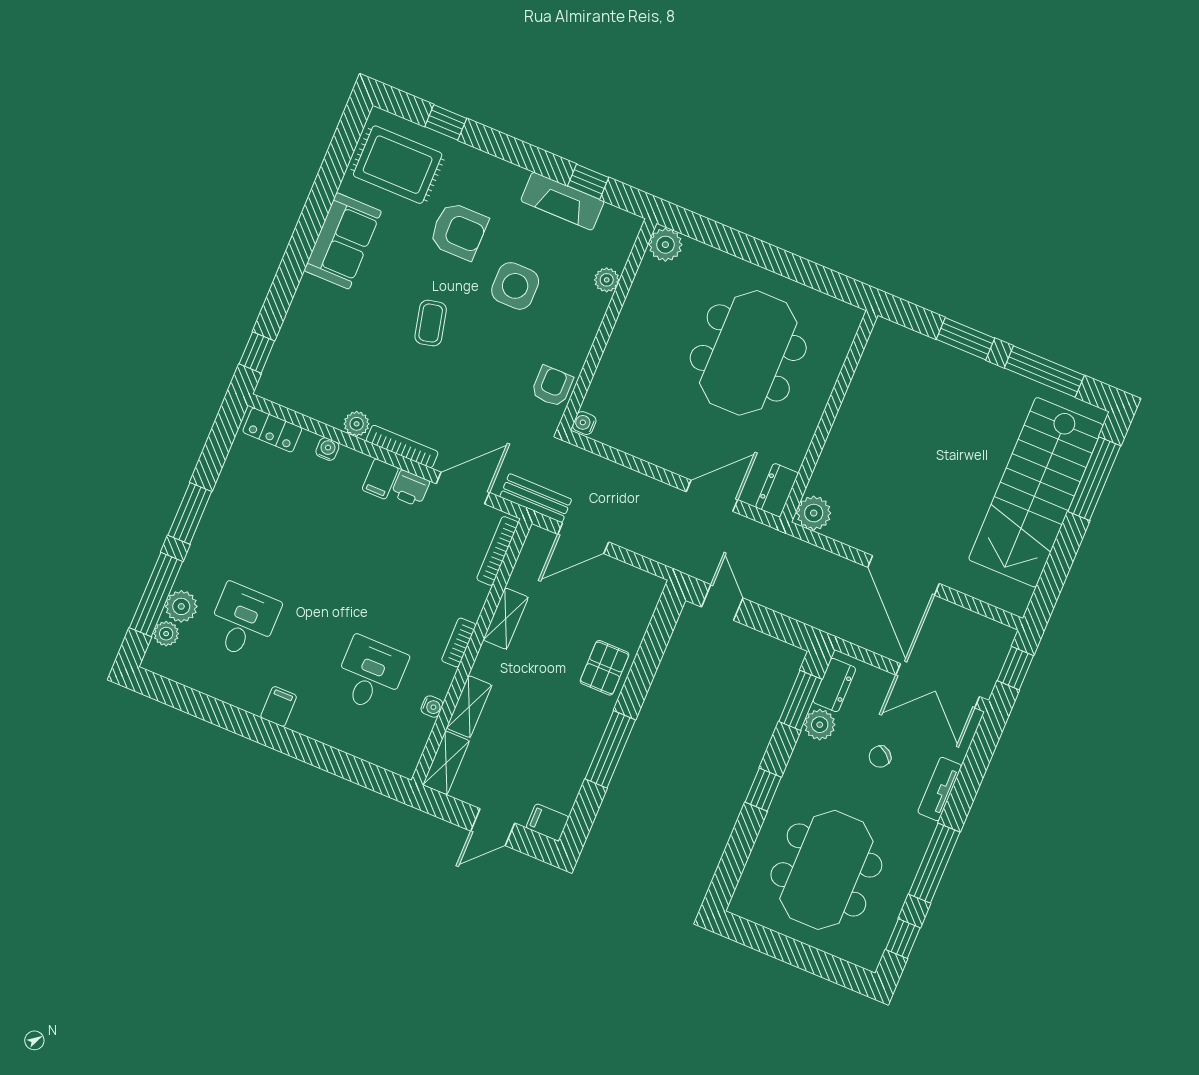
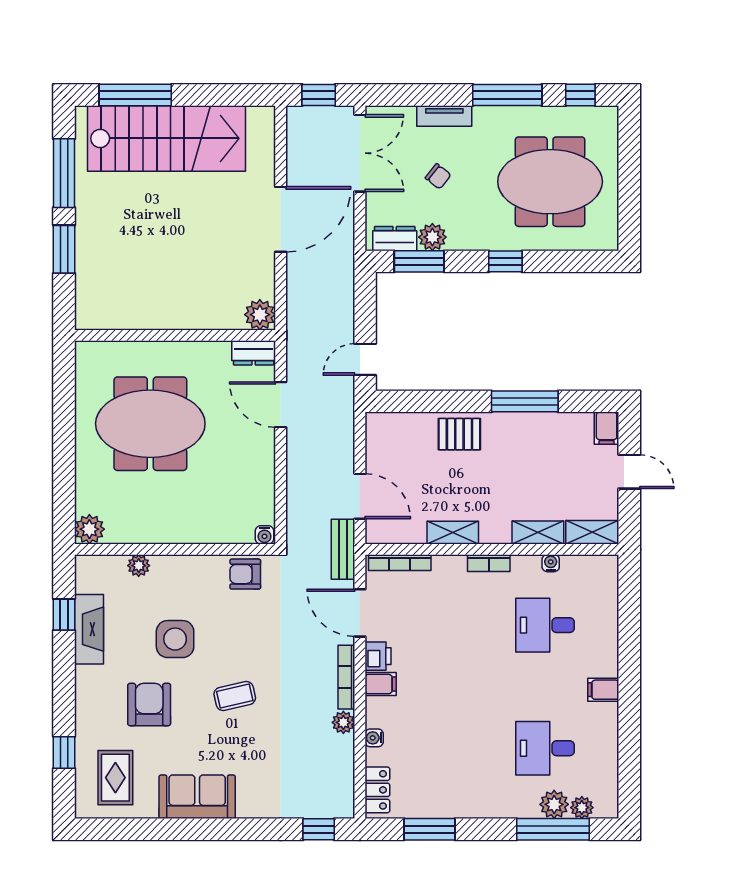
rug: (398, 165) -> (115, 778), width x0.73, depth x0.70
window: (190, 513) -> (430, 829), moved

